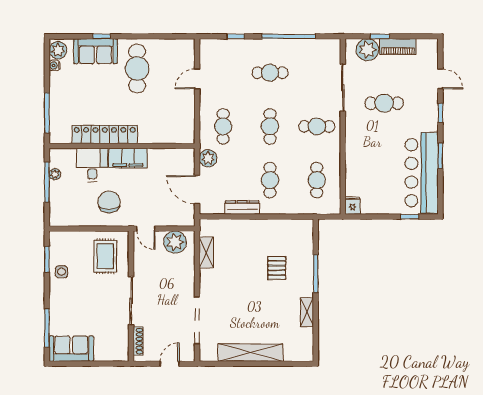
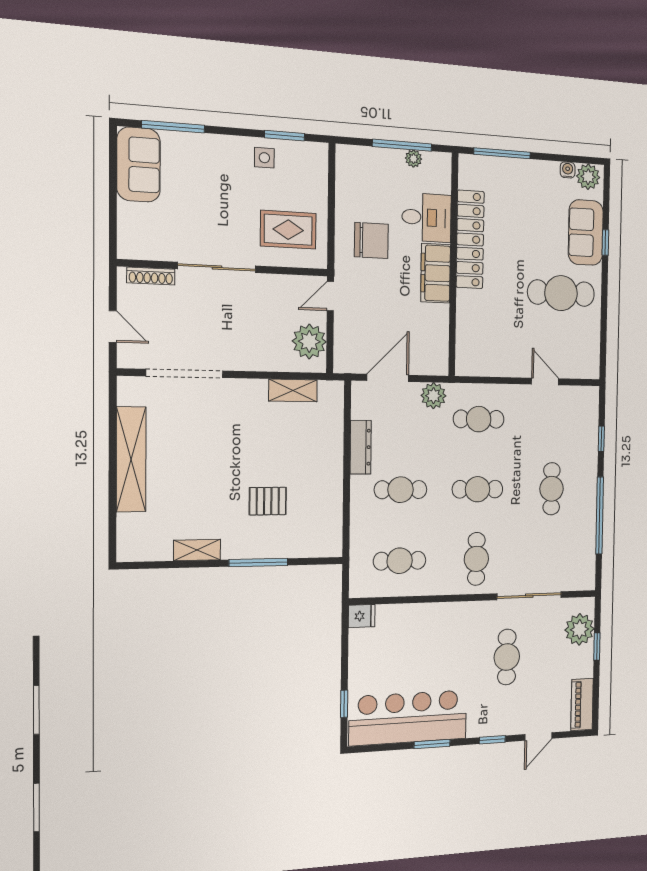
piano: (398, 47) -> (582, 704), moved

